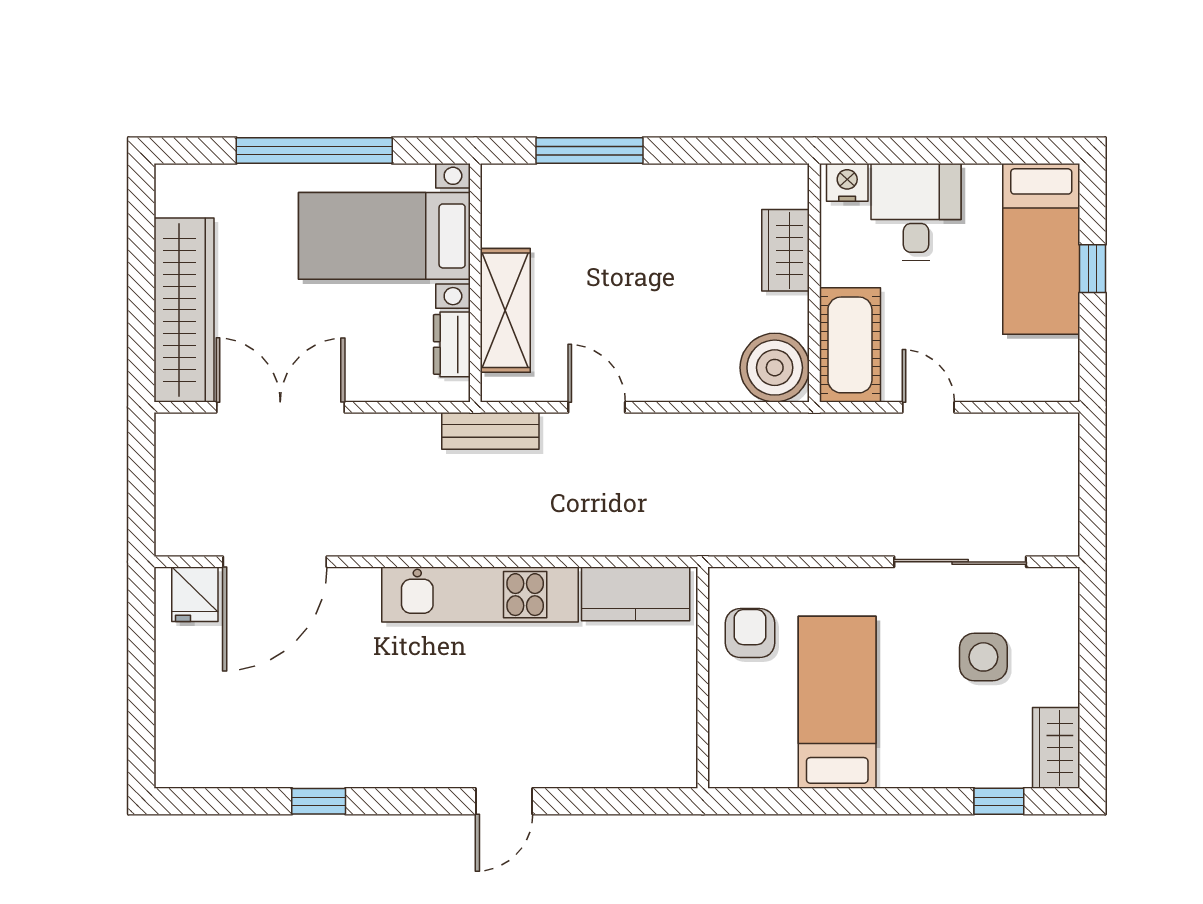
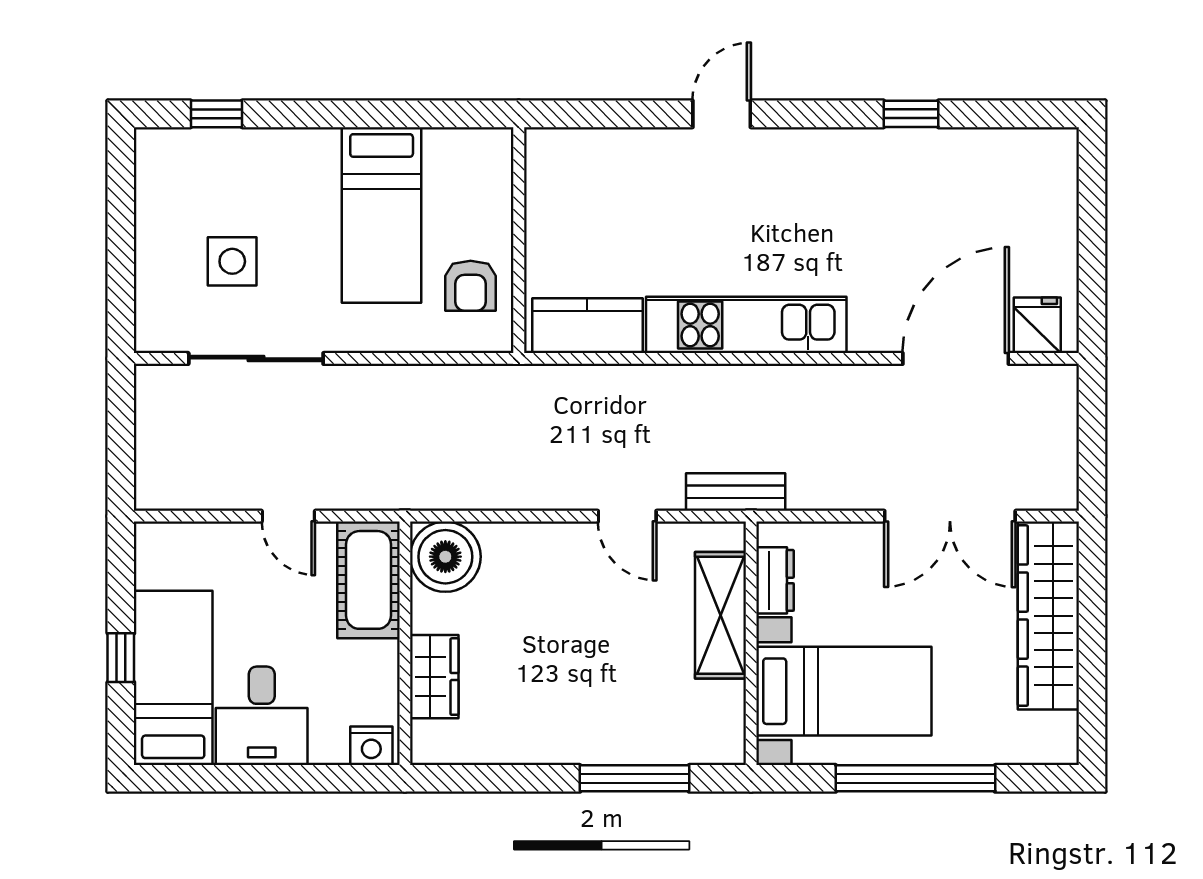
desk: (916, 212) -> (262, 716), moved
wardrobe: (1056, 748) -> (158, 168), removed

